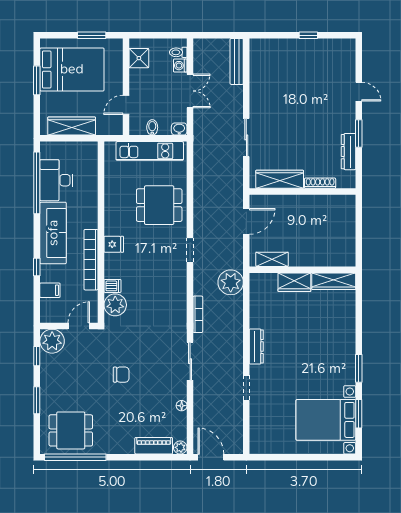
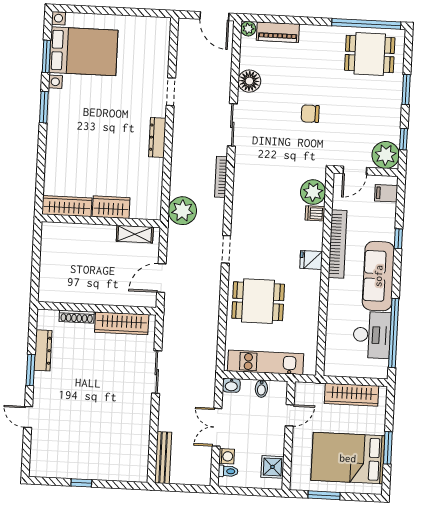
filing cabinet: (50, 290) -> (386, 193), moved
floor lamp: (182, 406) -> (249, 81), width x1.89, depth x1.89

